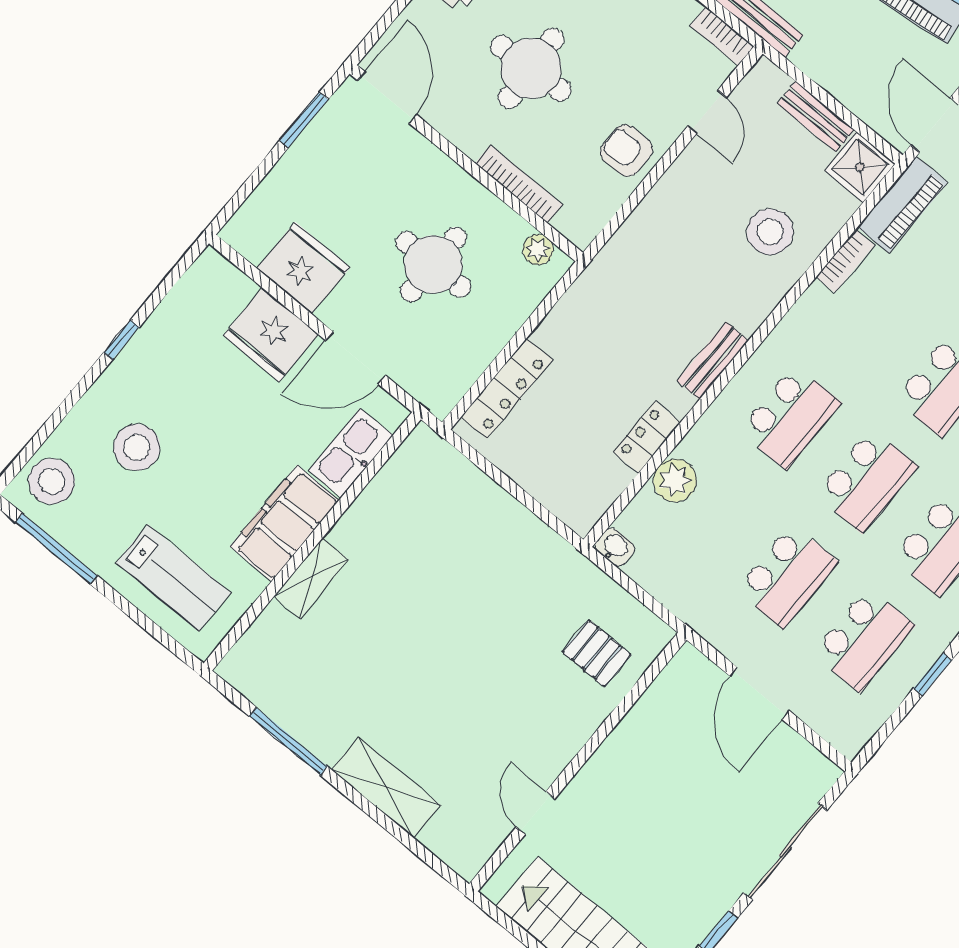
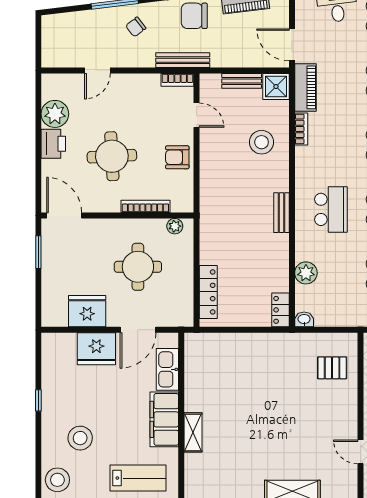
locker: (647, 437) -> (280, 310), moved

